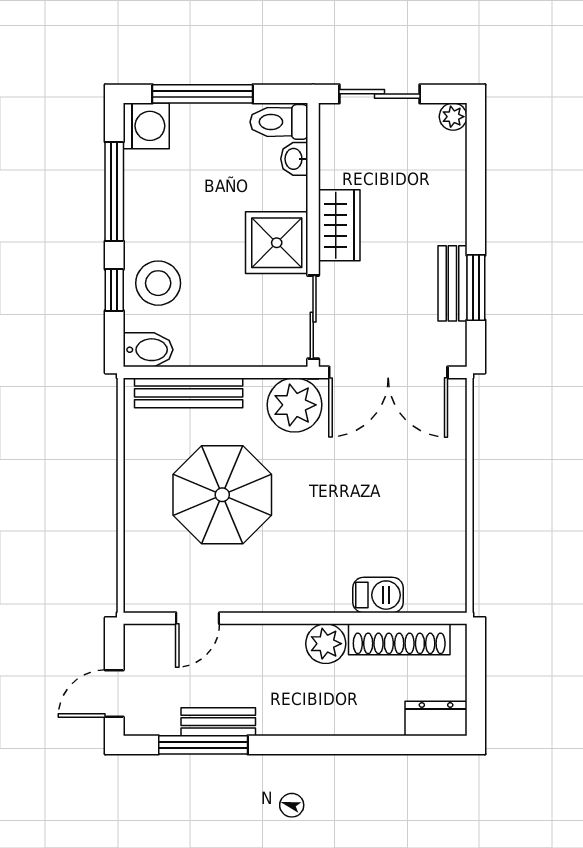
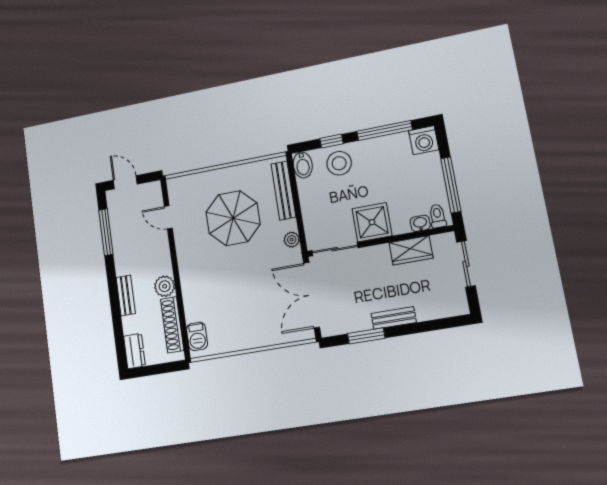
window: (203, 94) -> (451, 185), moved
plant: (453, 117) -> (461, 307), removed
toilet: (279, 122) -> (438, 216), width x0.73, depth x0.72
wardrobe: (339, 225) -> (411, 250), moved
bench: (452, 283) -> (394, 318), moved
plant: (295, 405) -> (292, 240), width x0.53, depth x0.53
barbecue: (378, 595) -> (197, 336), moved
bench: (218, 722) -> (126, 295), moved

